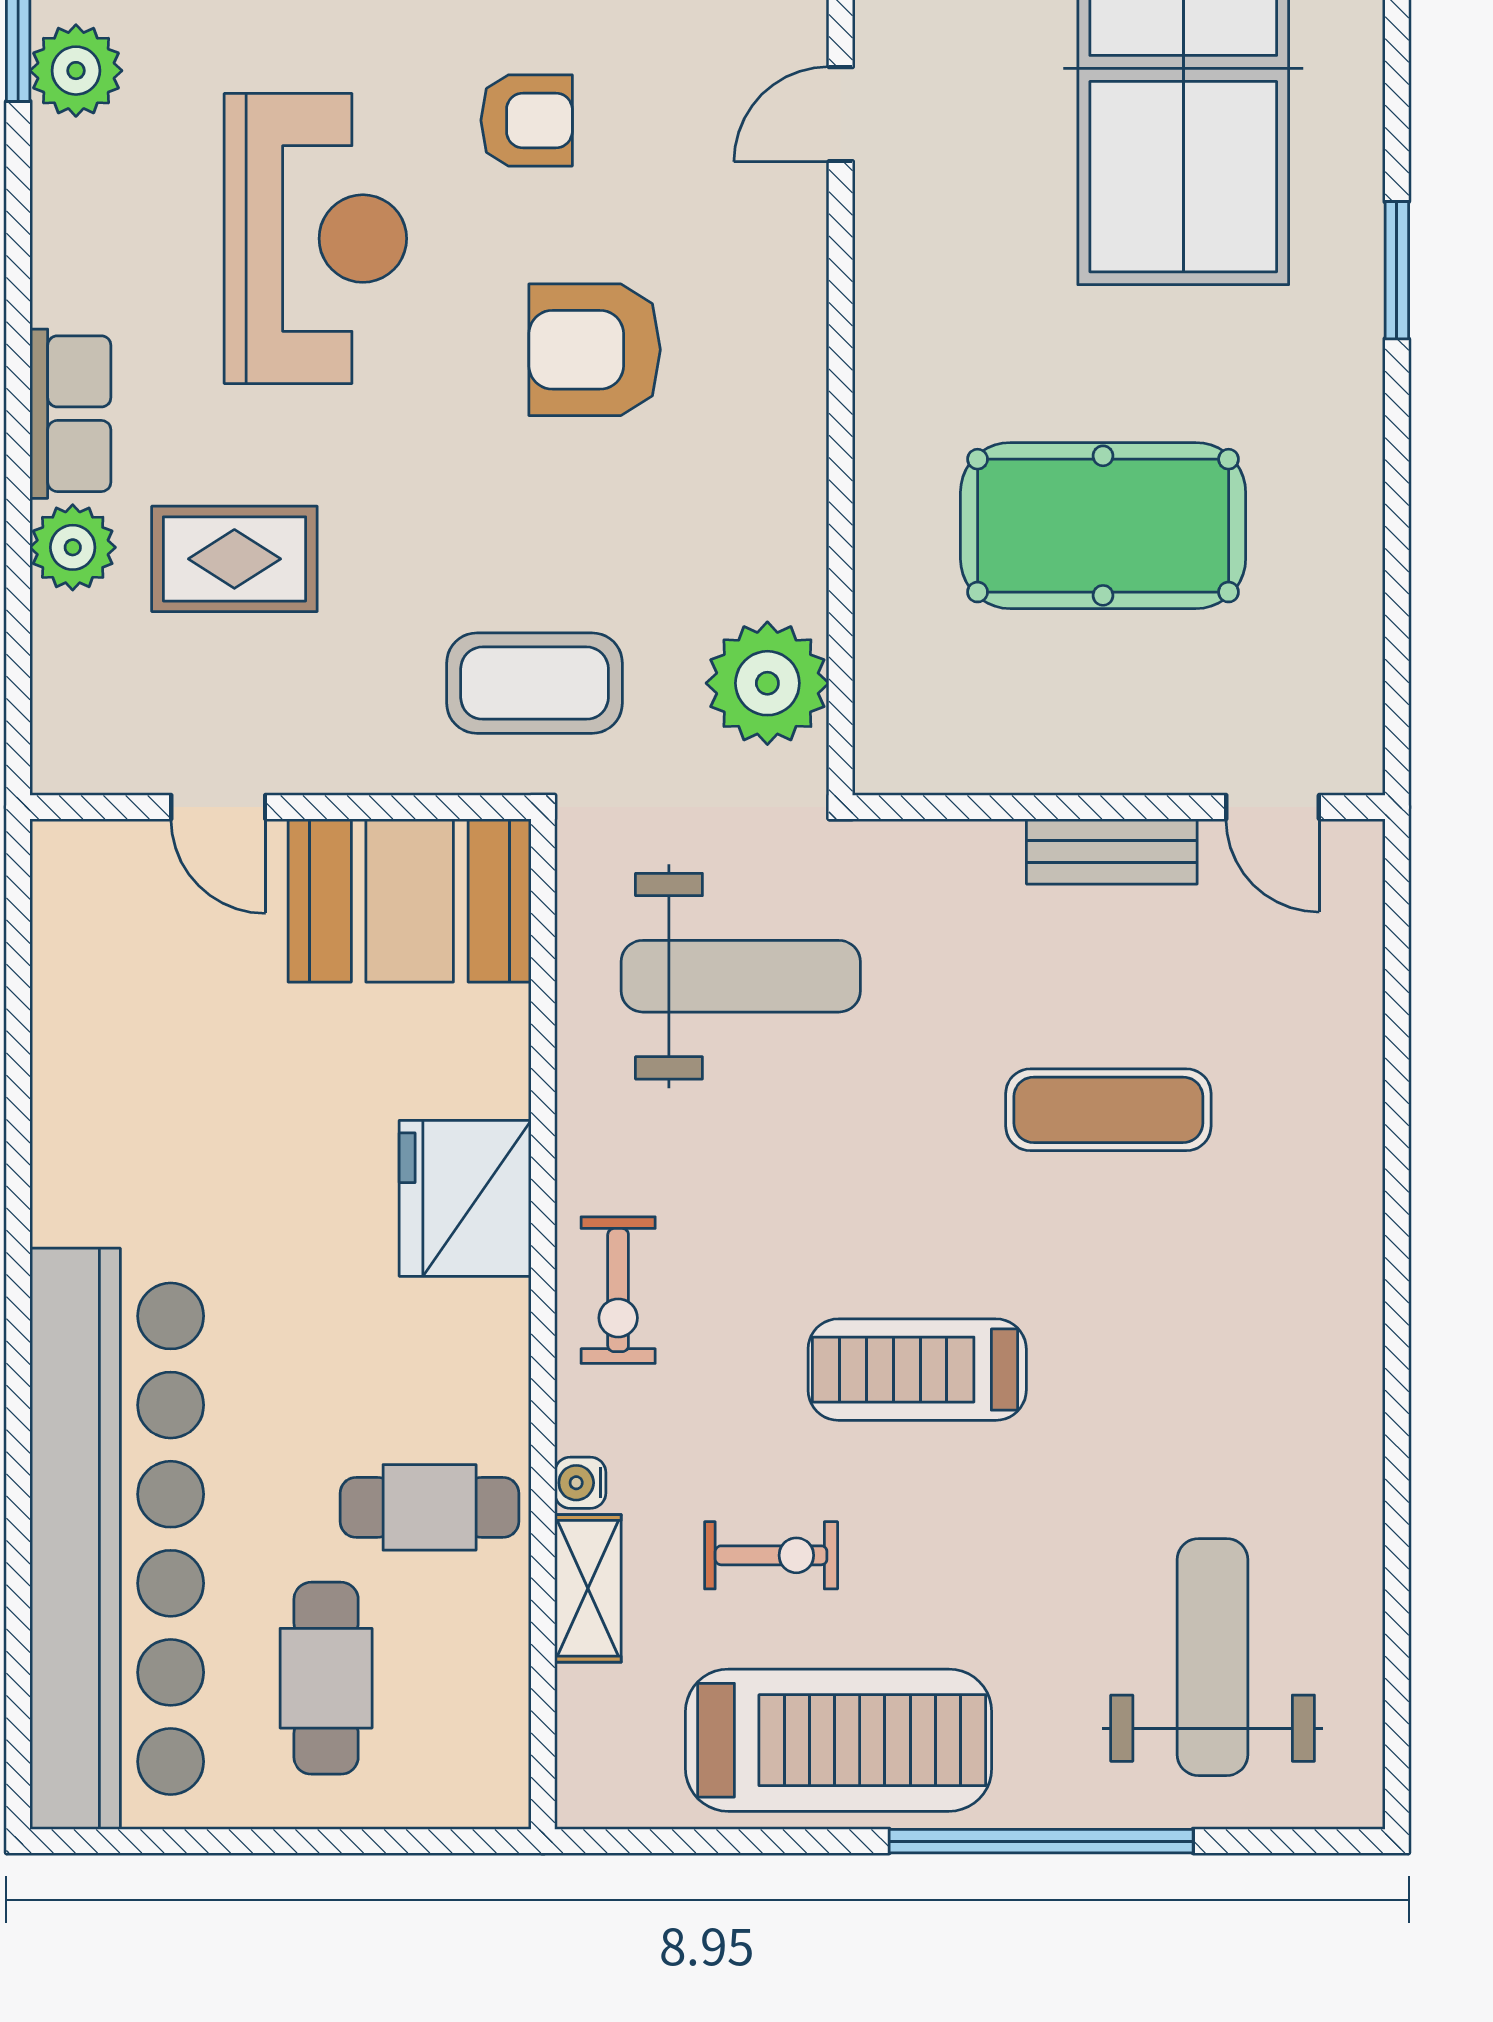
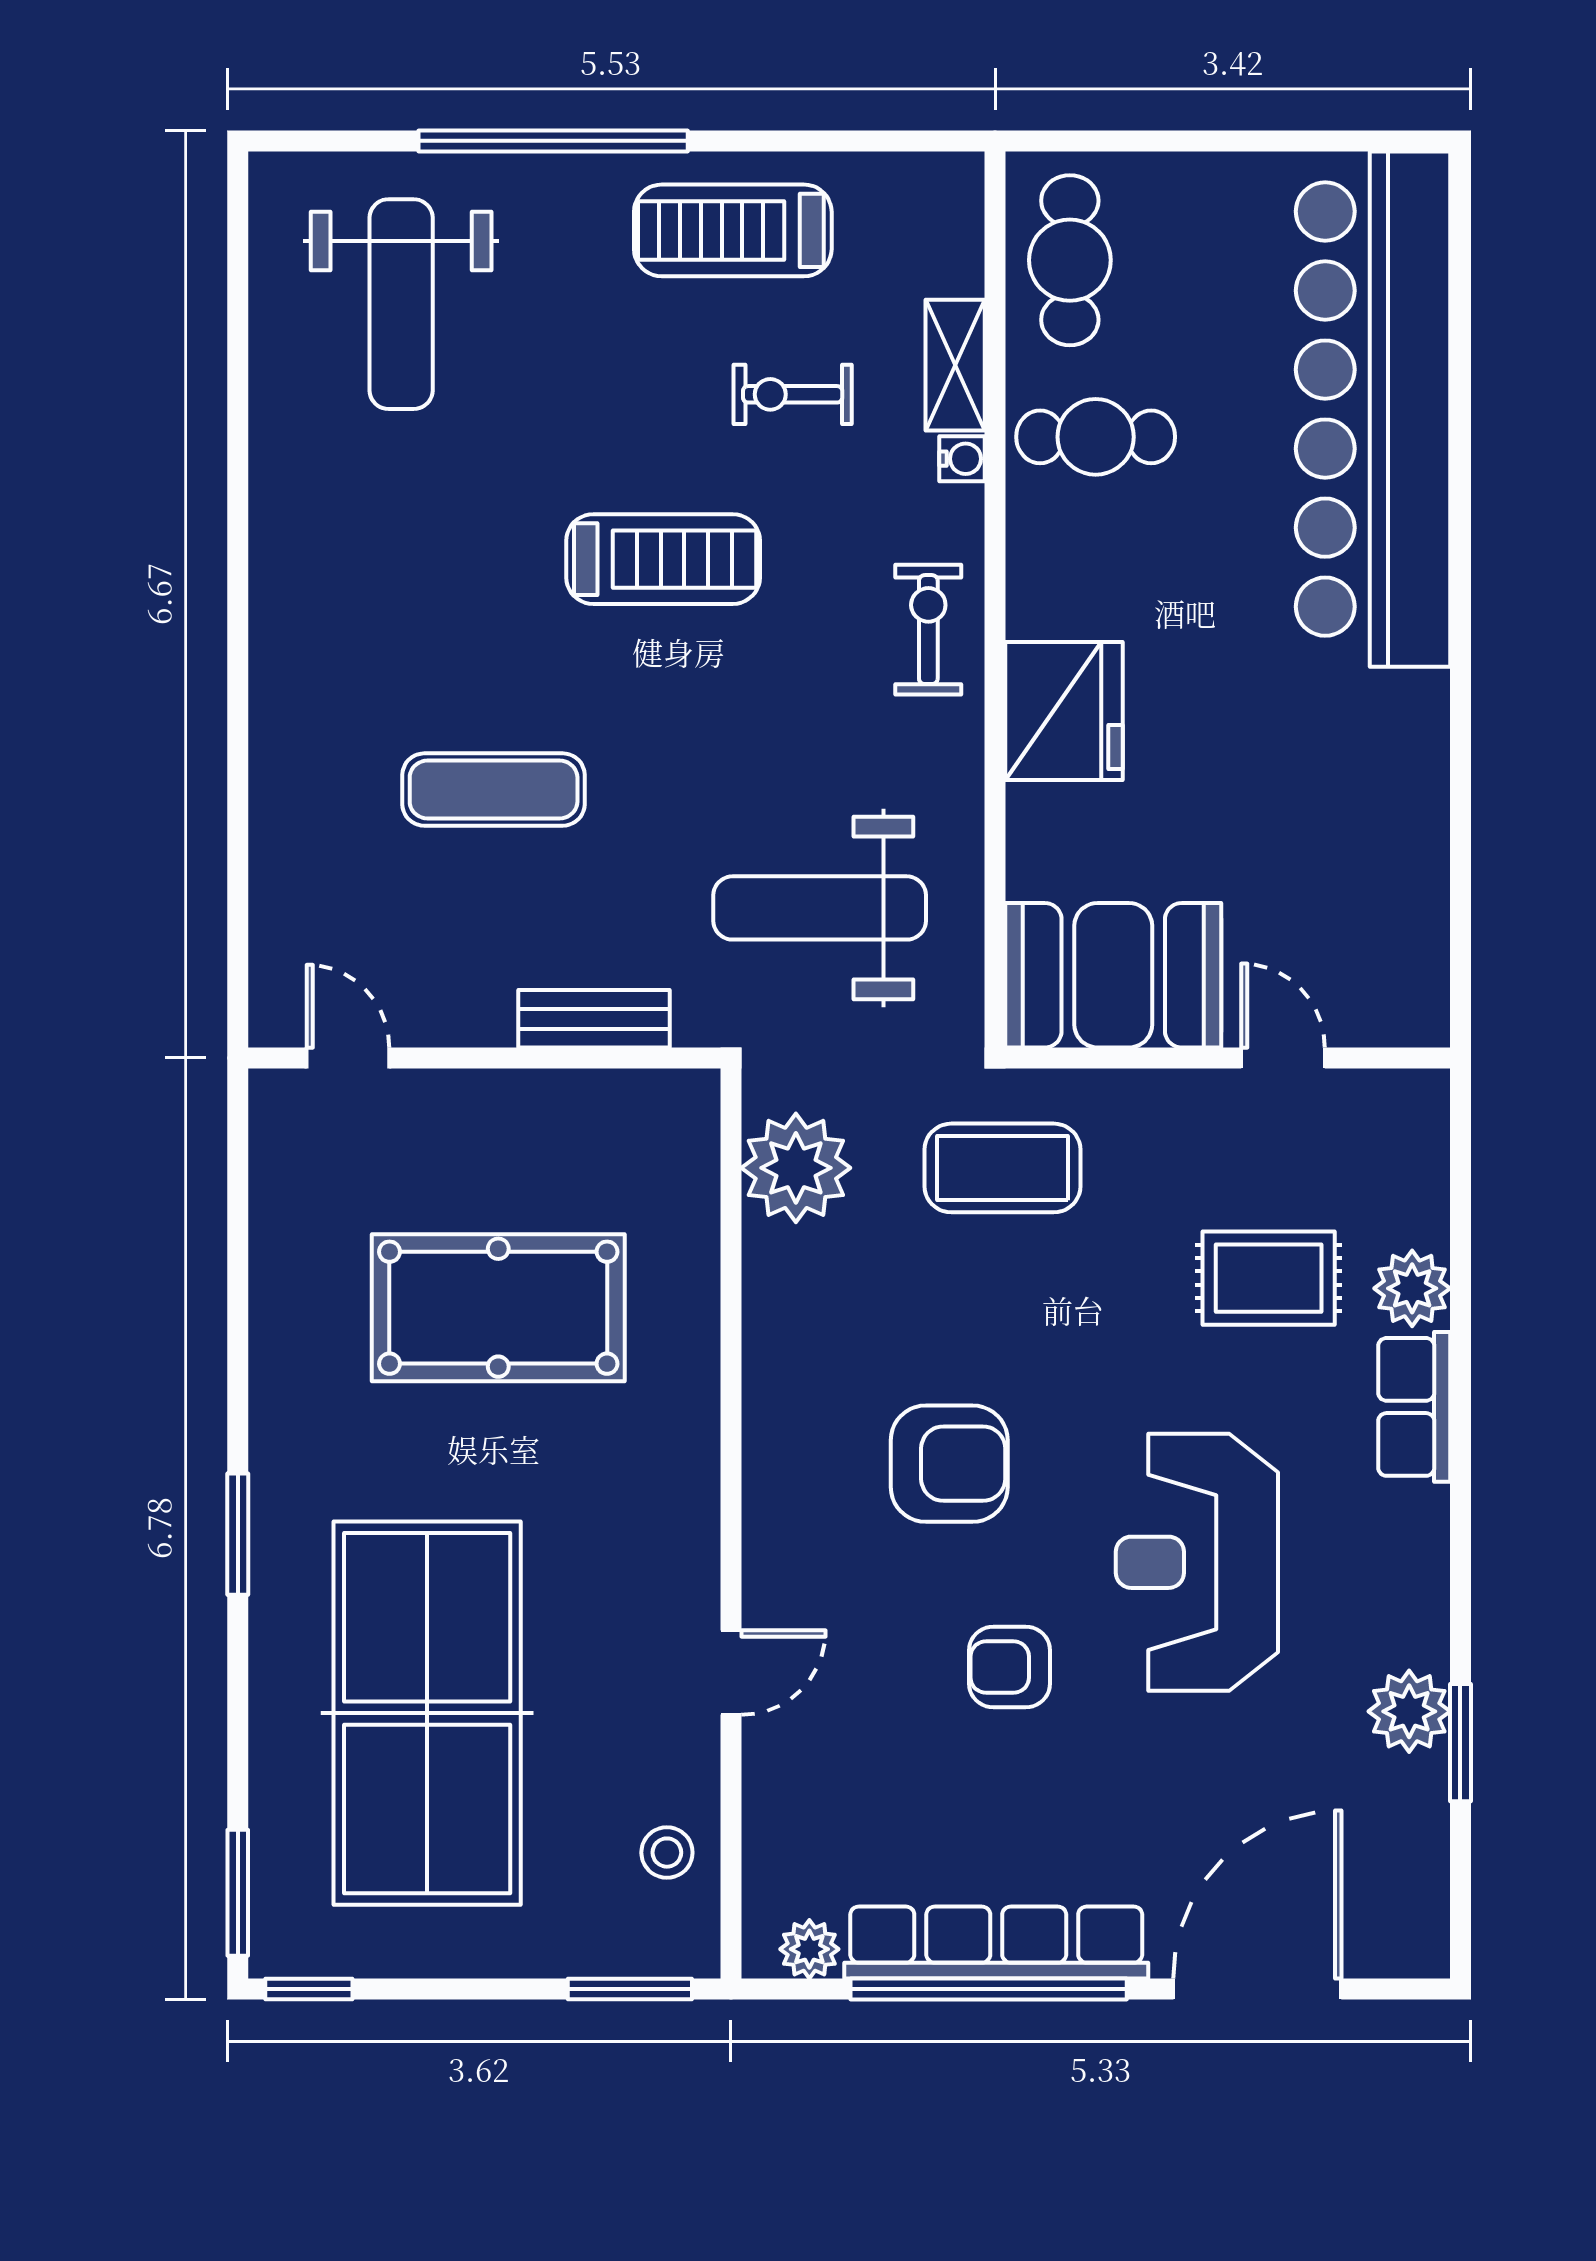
bench: (1112, 851) -> (594, 1019), moved
cafe table: (326, 1678) -> (1070, 260), moved
treadmill: (839, 1740) -> (733, 230), width x0.73, depth x0.73

